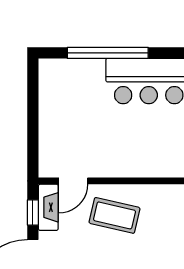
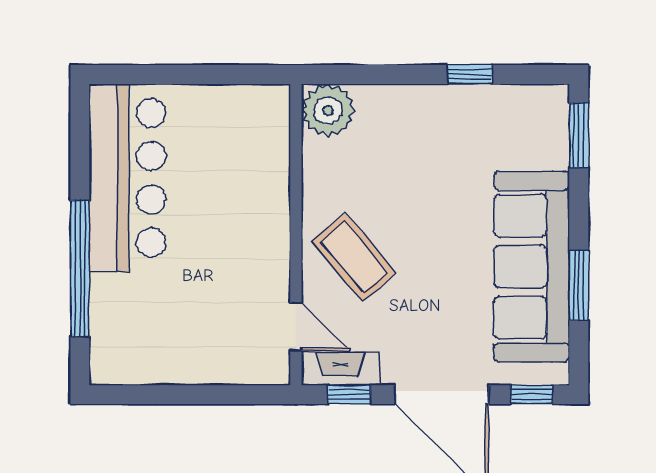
coffee table: (114, 215) -> (354, 257), turned -53

